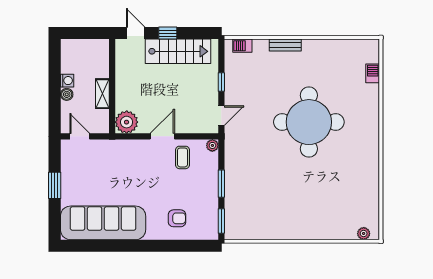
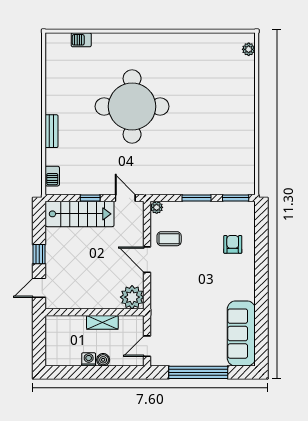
stairs: (178, 51) -> (80, 214), moved, turned 90
window: (55, 185) -> (198, 372), width x2.11
sofa: (103, 223) -> (241, 334), width x0.74, depth x0.79

